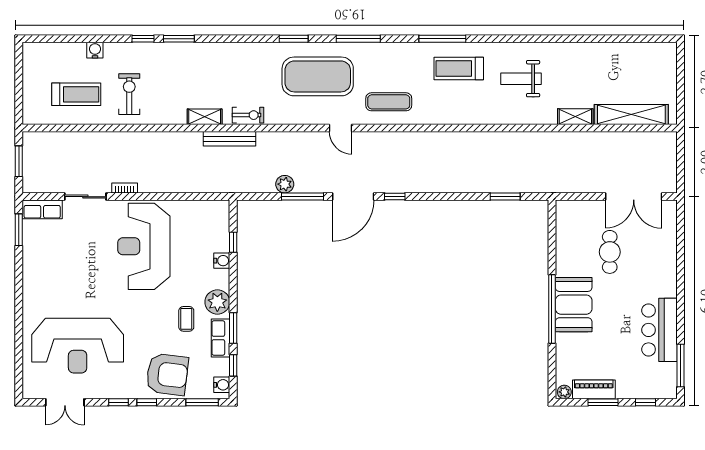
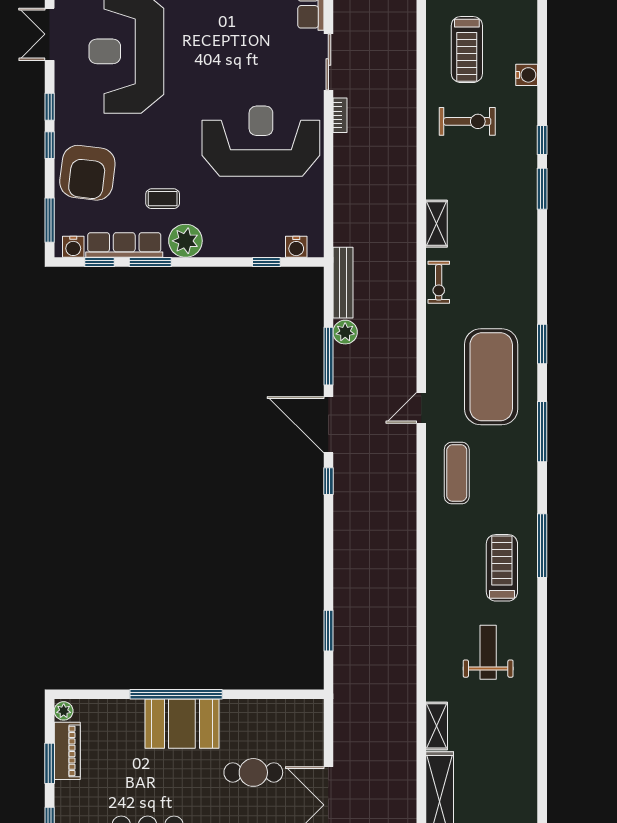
bench: (229, 139) -> (343, 283), moved
water cooler: (222, 261) -> (296, 247), moved
row of seats: (220, 338) -> (124, 245), width x1.48

